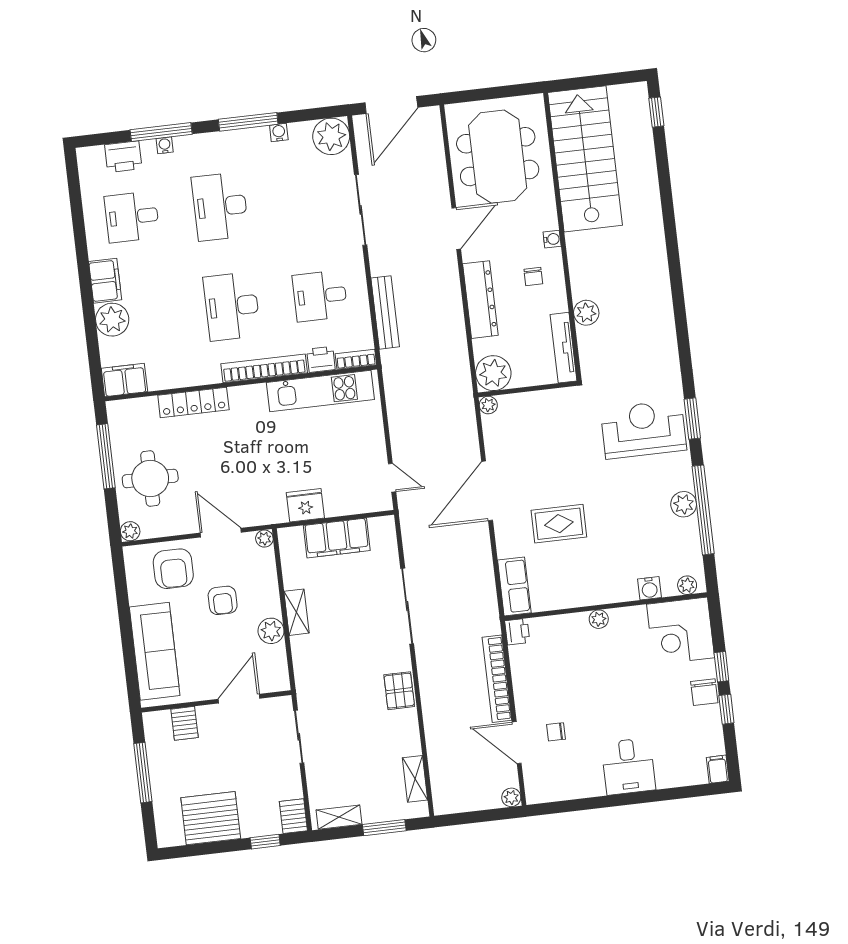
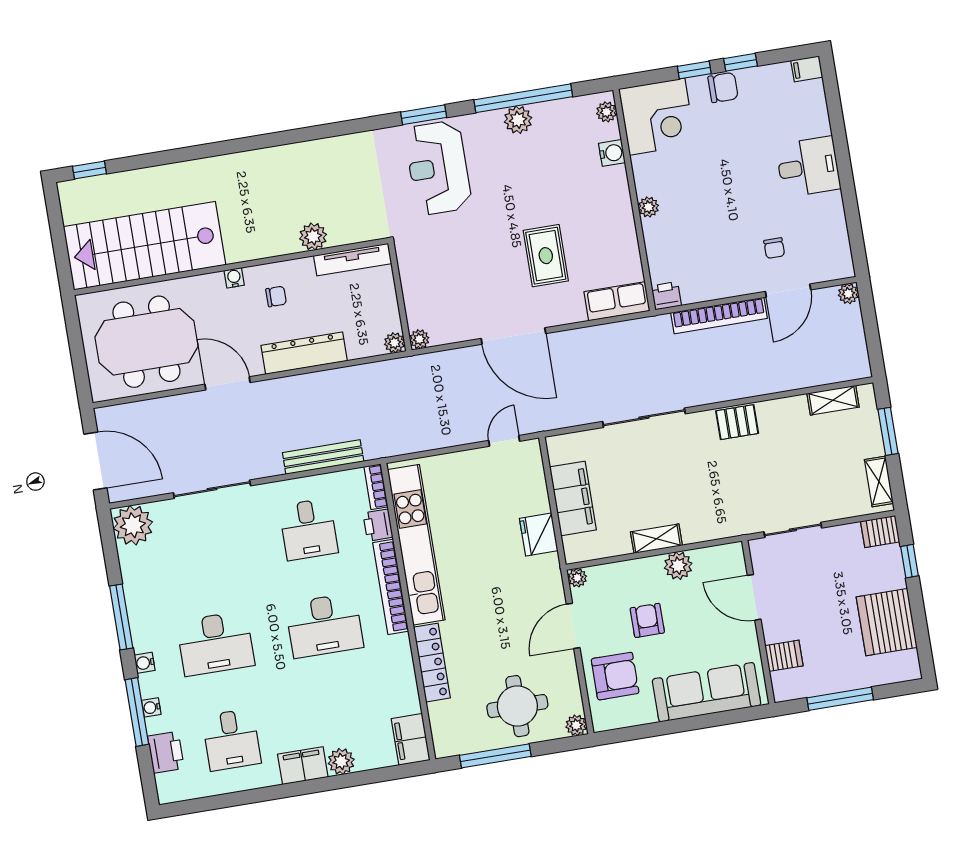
water cooler: (279, 132) -> (145, 663), moved
plant: (112, 320) -> (341, 761), width x0.73, depth x0.73
plant: (493, 373) -> (394, 343), width x0.53, depth x0.53
kitchen unit: (320, 391) -> (416, 545), width x1.36
armchair: (223, 600) -> (647, 620), turned -90

